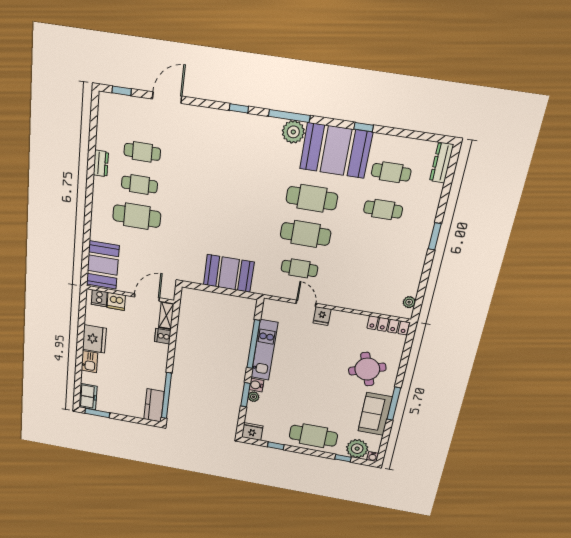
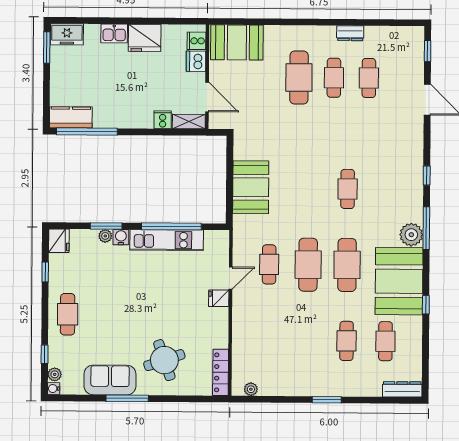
cafe table: (242, 187) -> (348, 189), added
cafe table: (313, 436) -> (68, 314), width x0.73, depth x0.74
plant: (357, 449) -> (55, 374), width x0.53, depth x0.53

